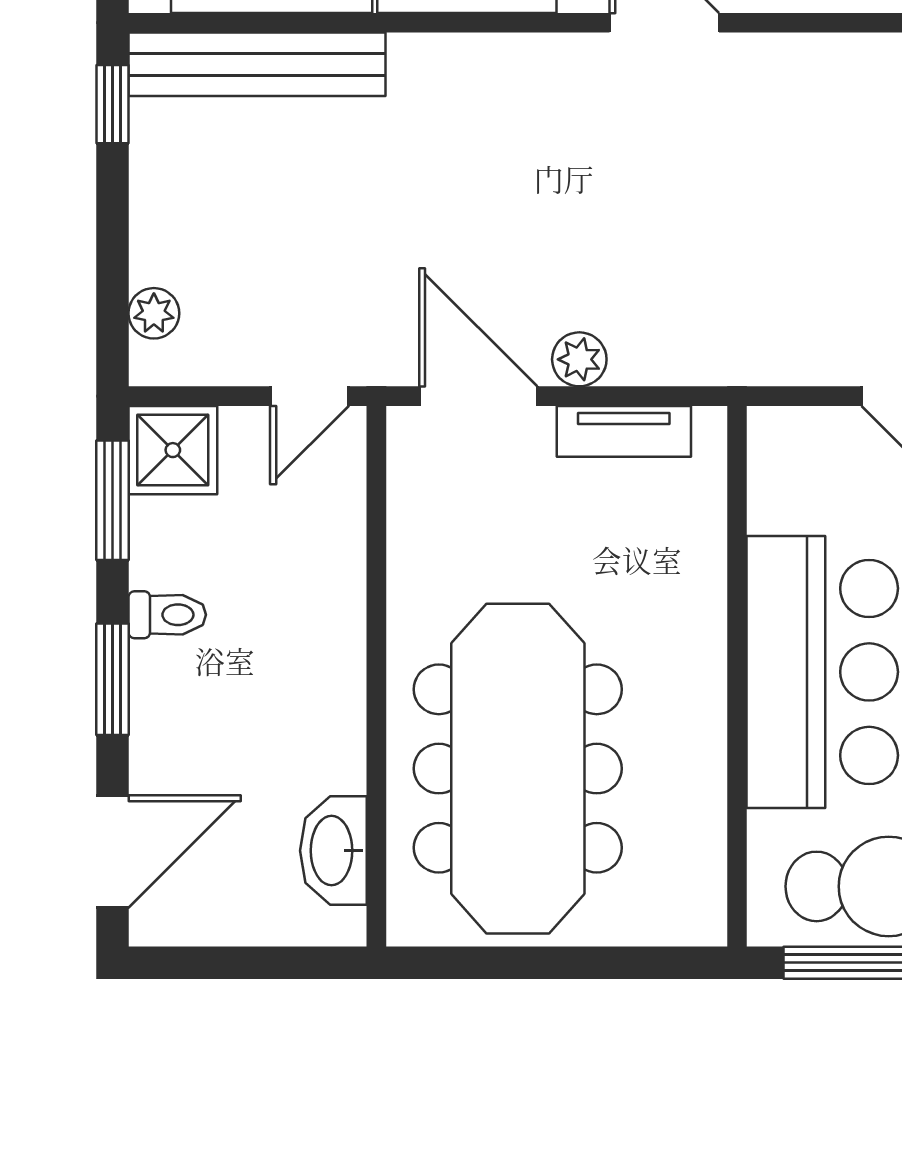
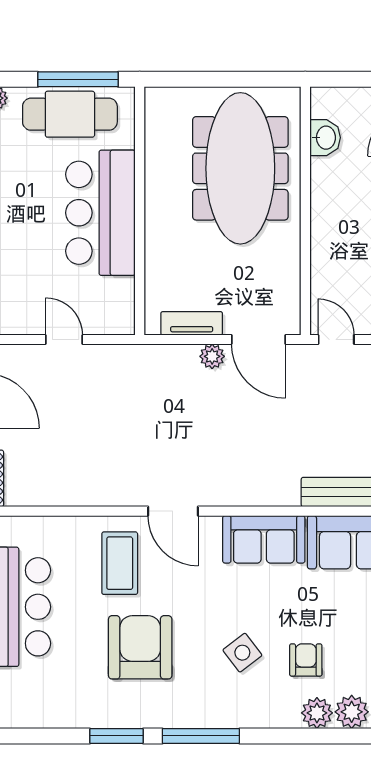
door: (310, 396) -> (336, 340), hinge flipped
washbasin: (333, 851) -> (325, 138), width x0.72

